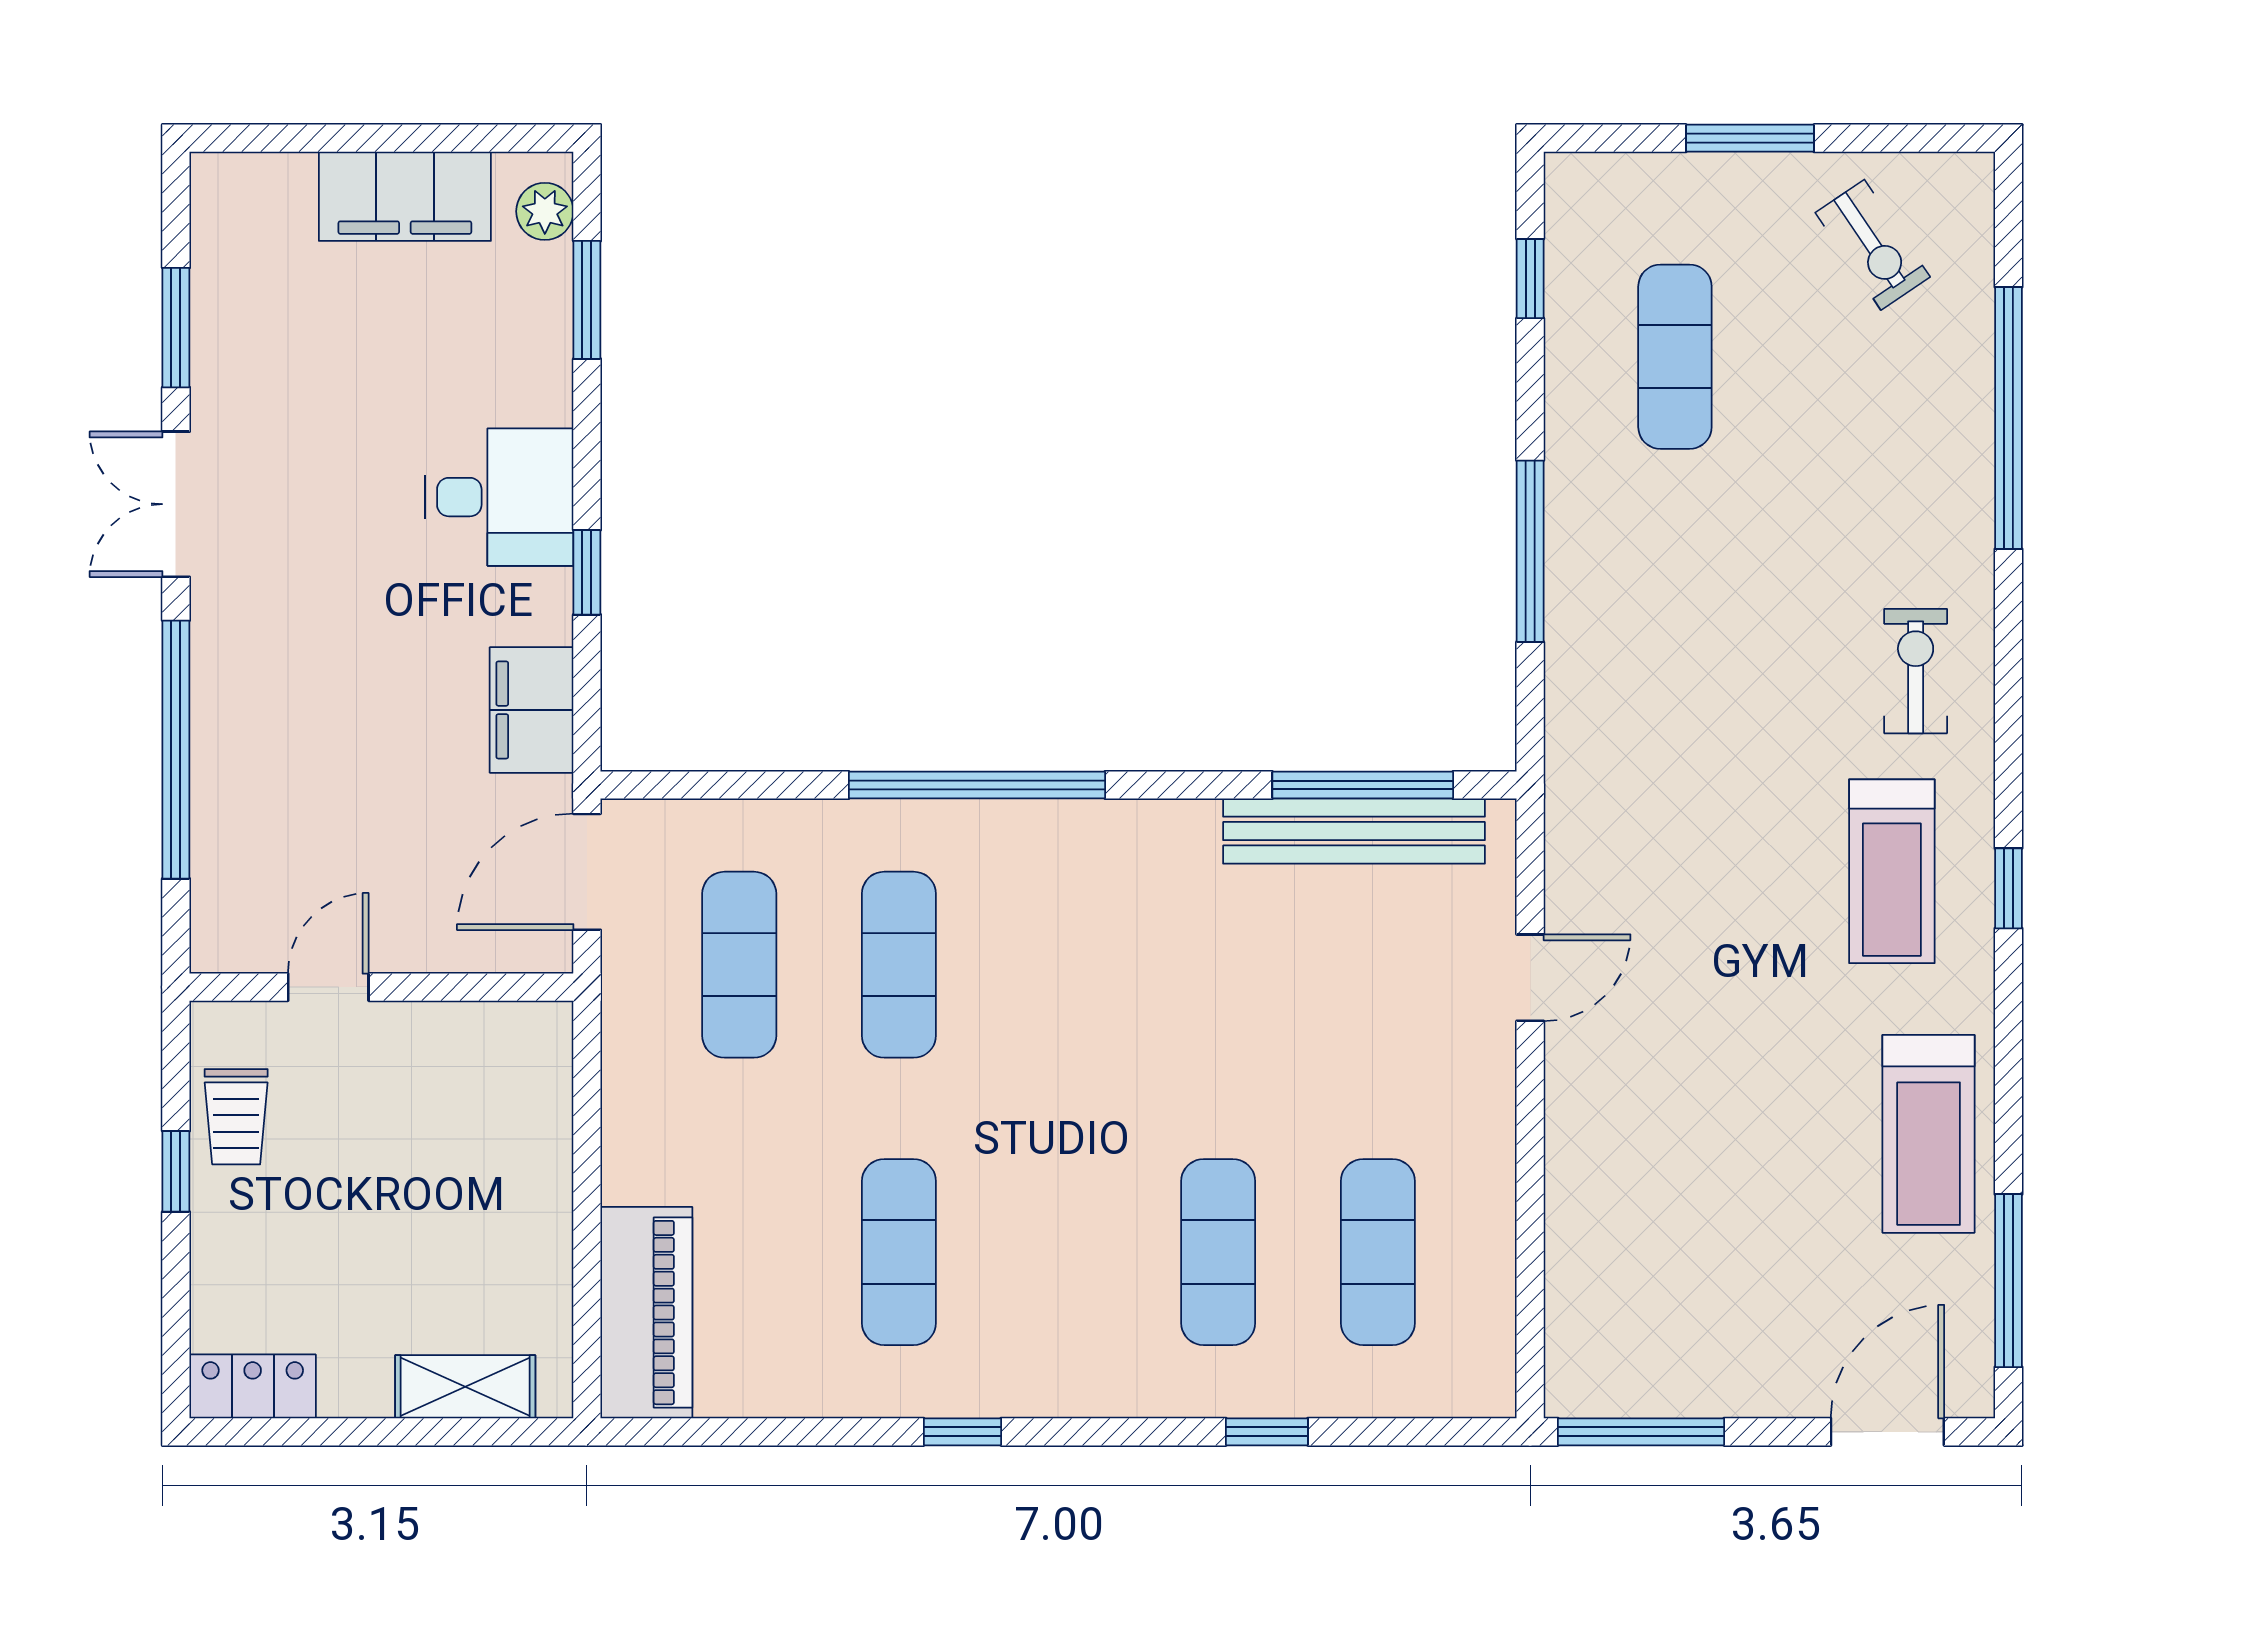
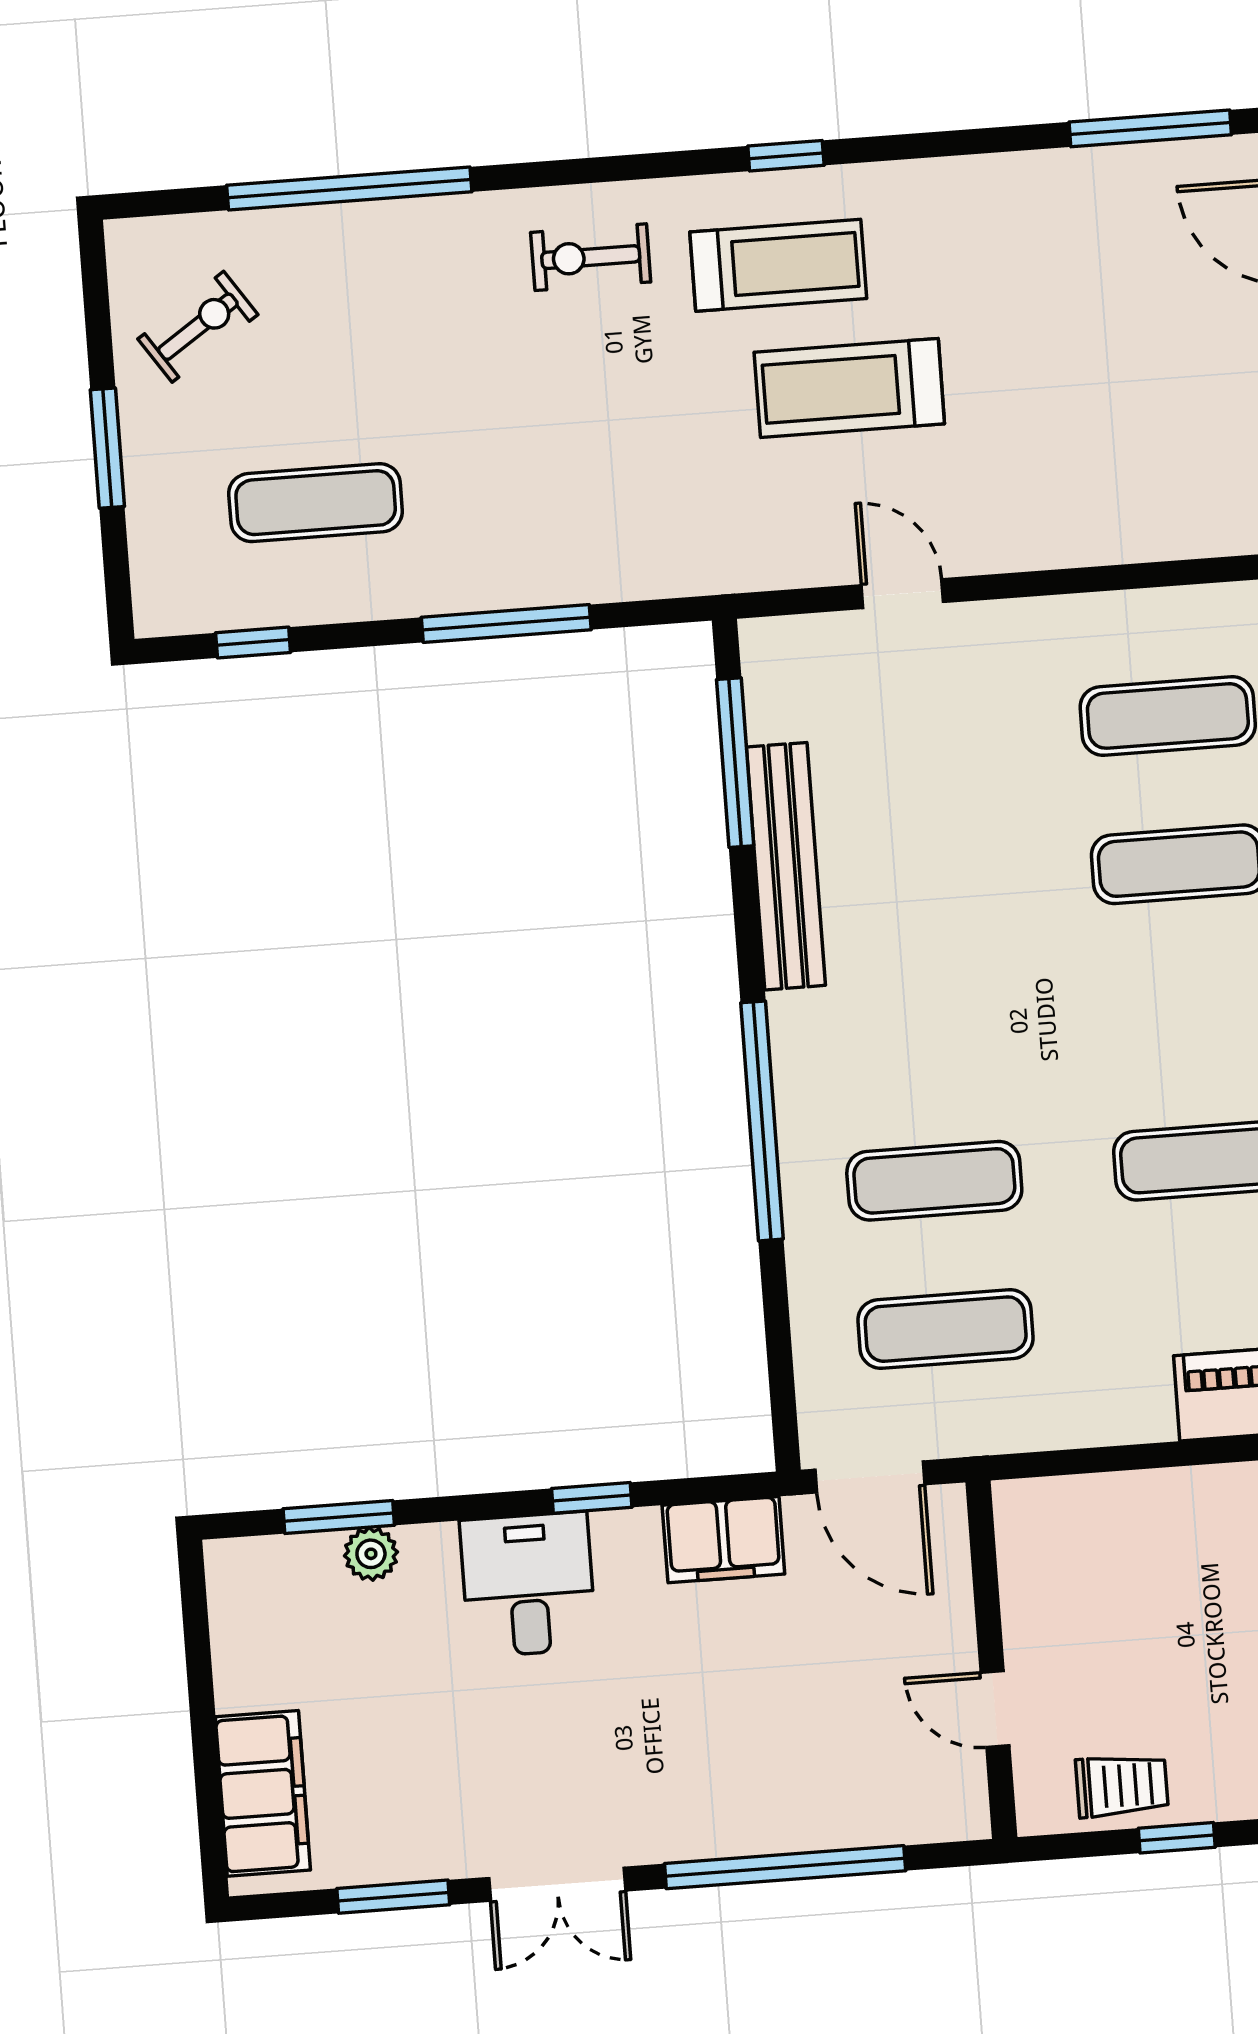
filing cabinet: (405, 196) -> (263, 1793), moved
plant: (545, 211) -> (371, 1554), moved
bench: (1354, 831) -> (786, 866), moved
treadmill: (1929, 1134) -> (849, 388), moved, turned 180

